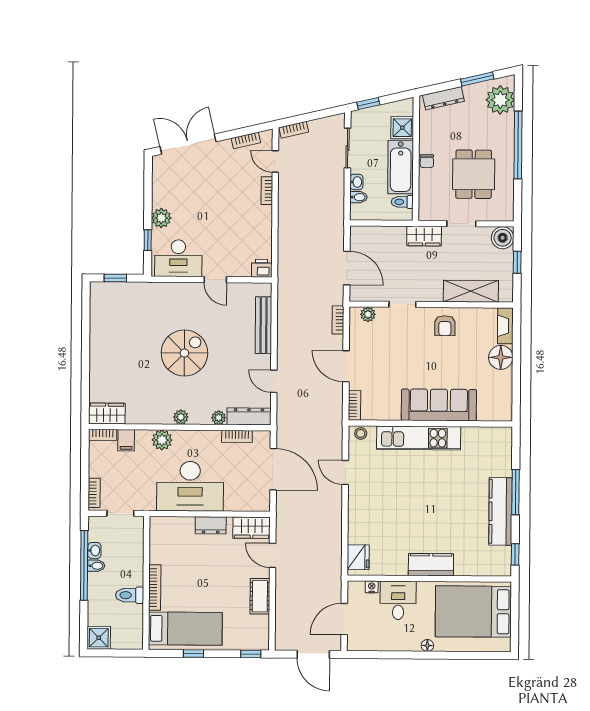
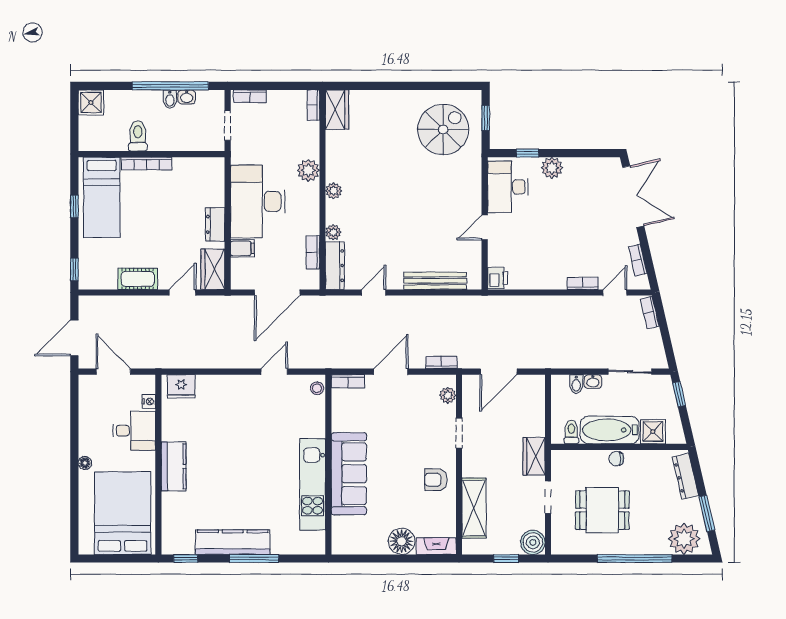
spiral stairs: (184, 353) -> (443, 129), moved, turned -90
kitchen unit: (419, 438) -> (313, 484), moved
filing cabinet: (126, 440) -> (242, 248), moved, turned 180

